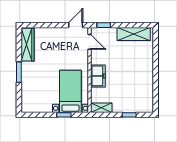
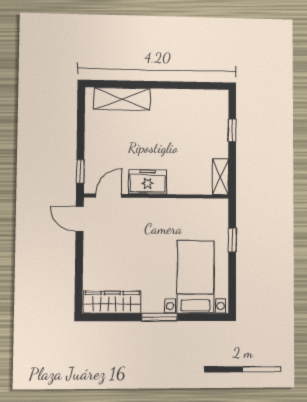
shelving: (134, 34) -> (122, 99), moved, turned 90
freezer: (98, 76) -> (148, 182), moved
bed with nightstands: (70, 91) -> (195, 277), moved, turned 90

